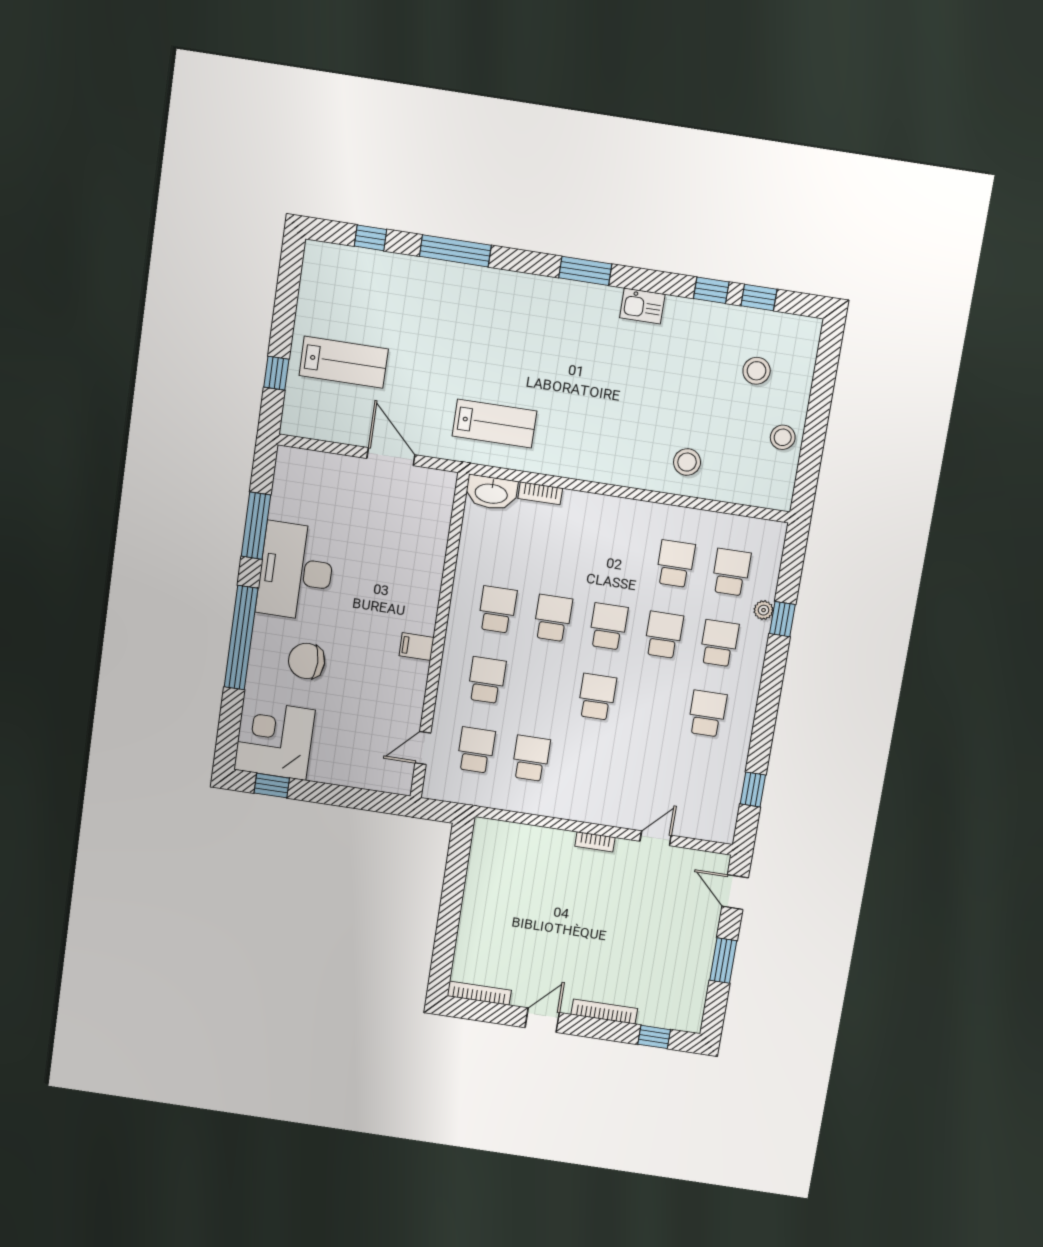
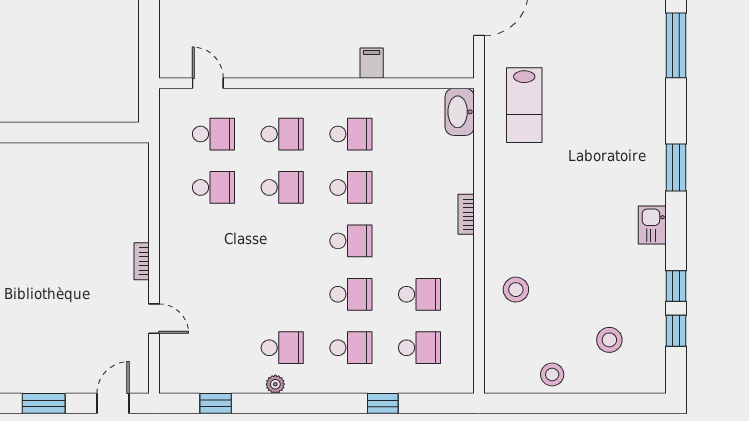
bookcase: (540, 493) -> (466, 214), moved
plant: (764, 610) -> (275, 384), moved
filing cabinet: (417, 647) -> (372, 63), moved
school desk: (597, 697) -> (282, 187), moved

